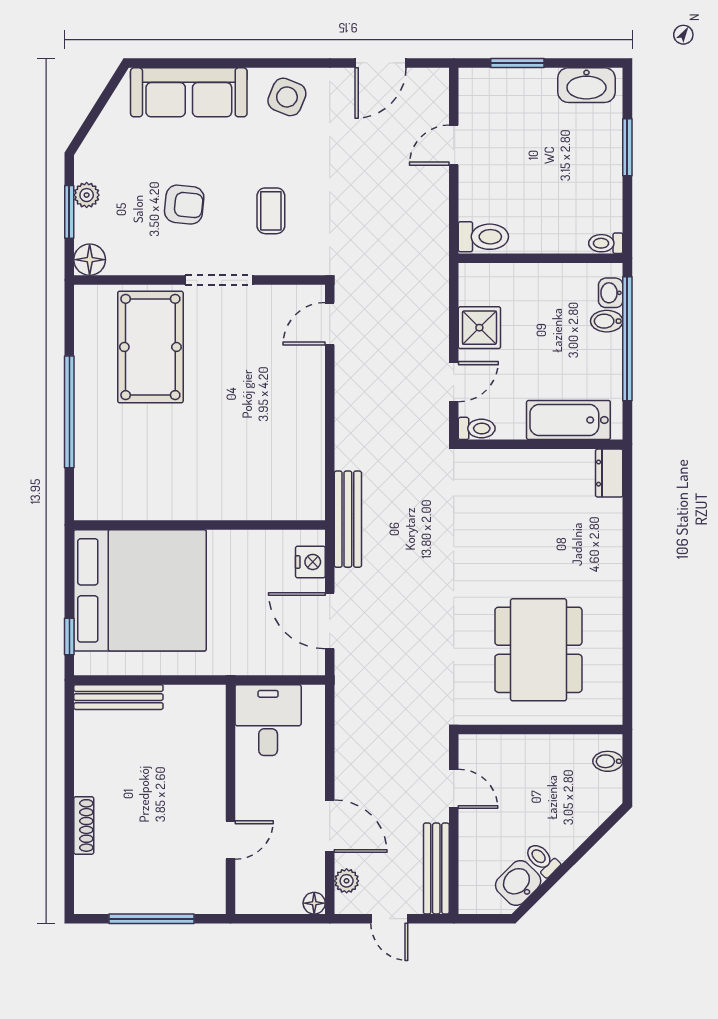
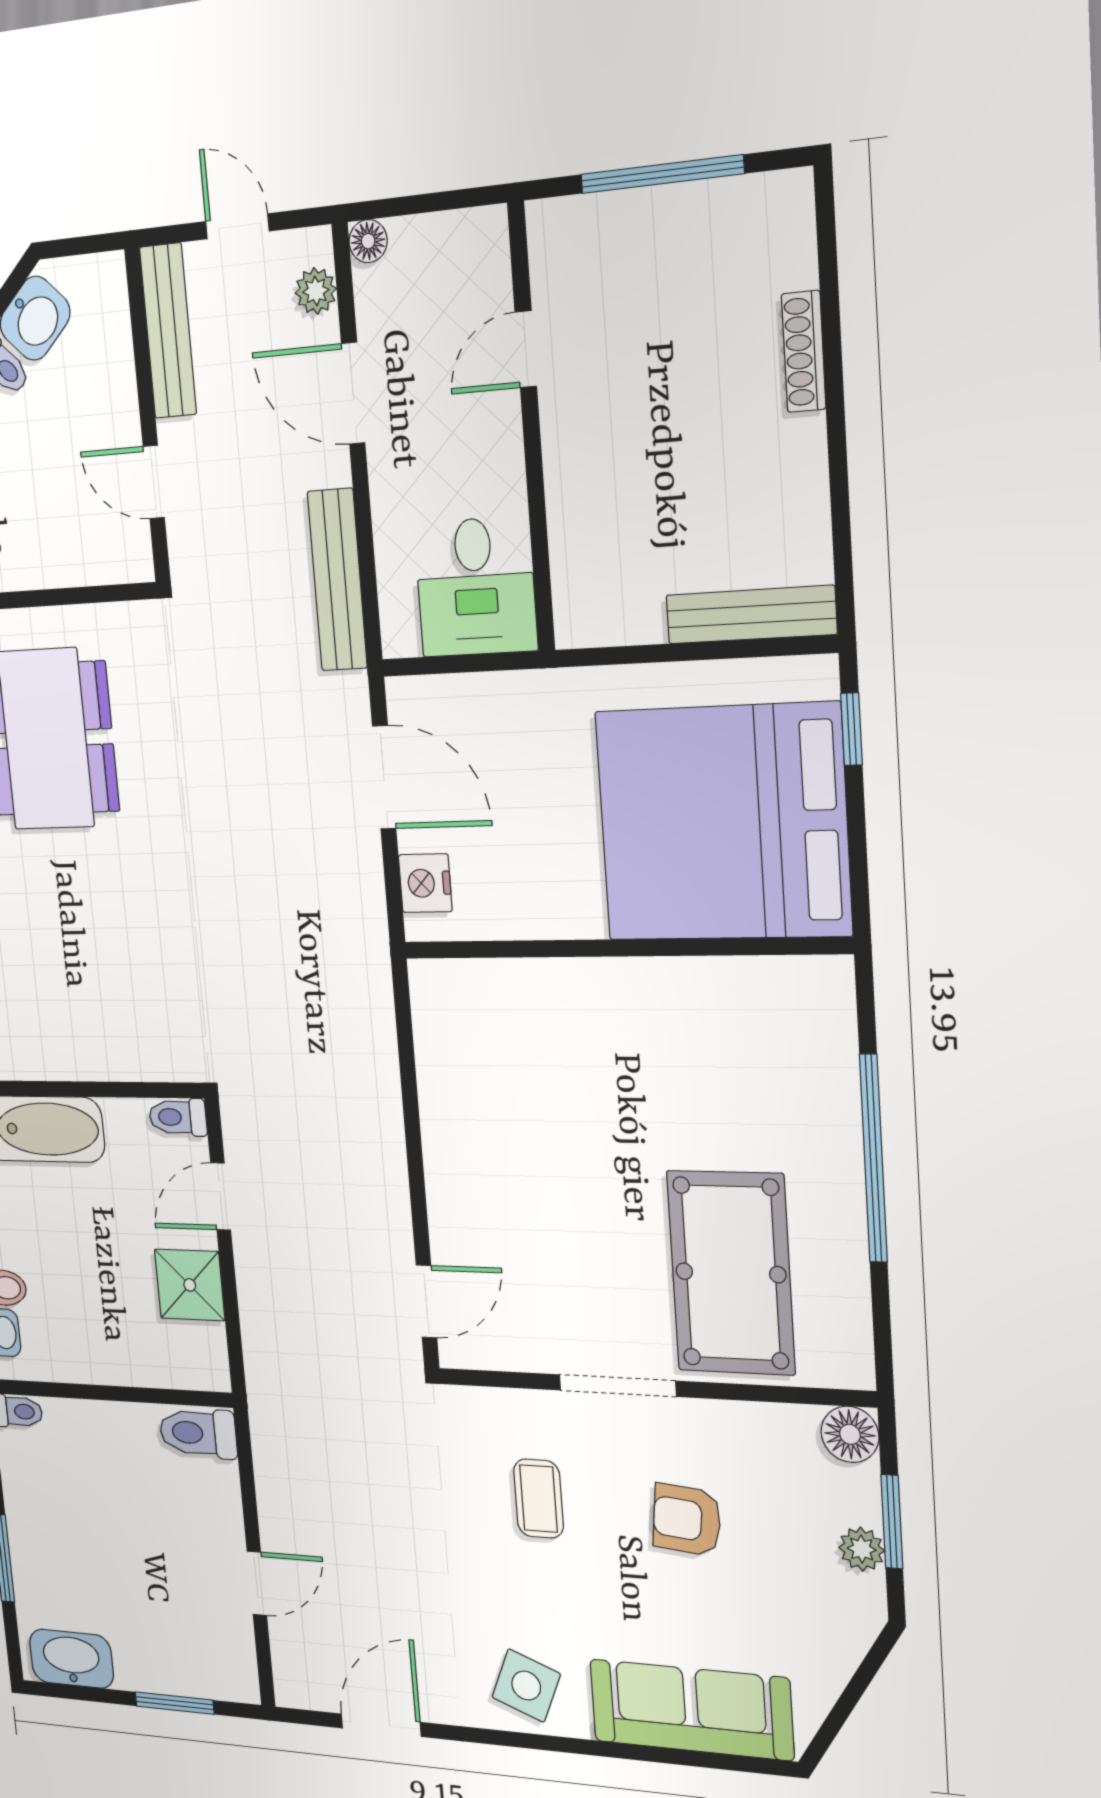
bench: (348, 519) -> (337, 580), moved

